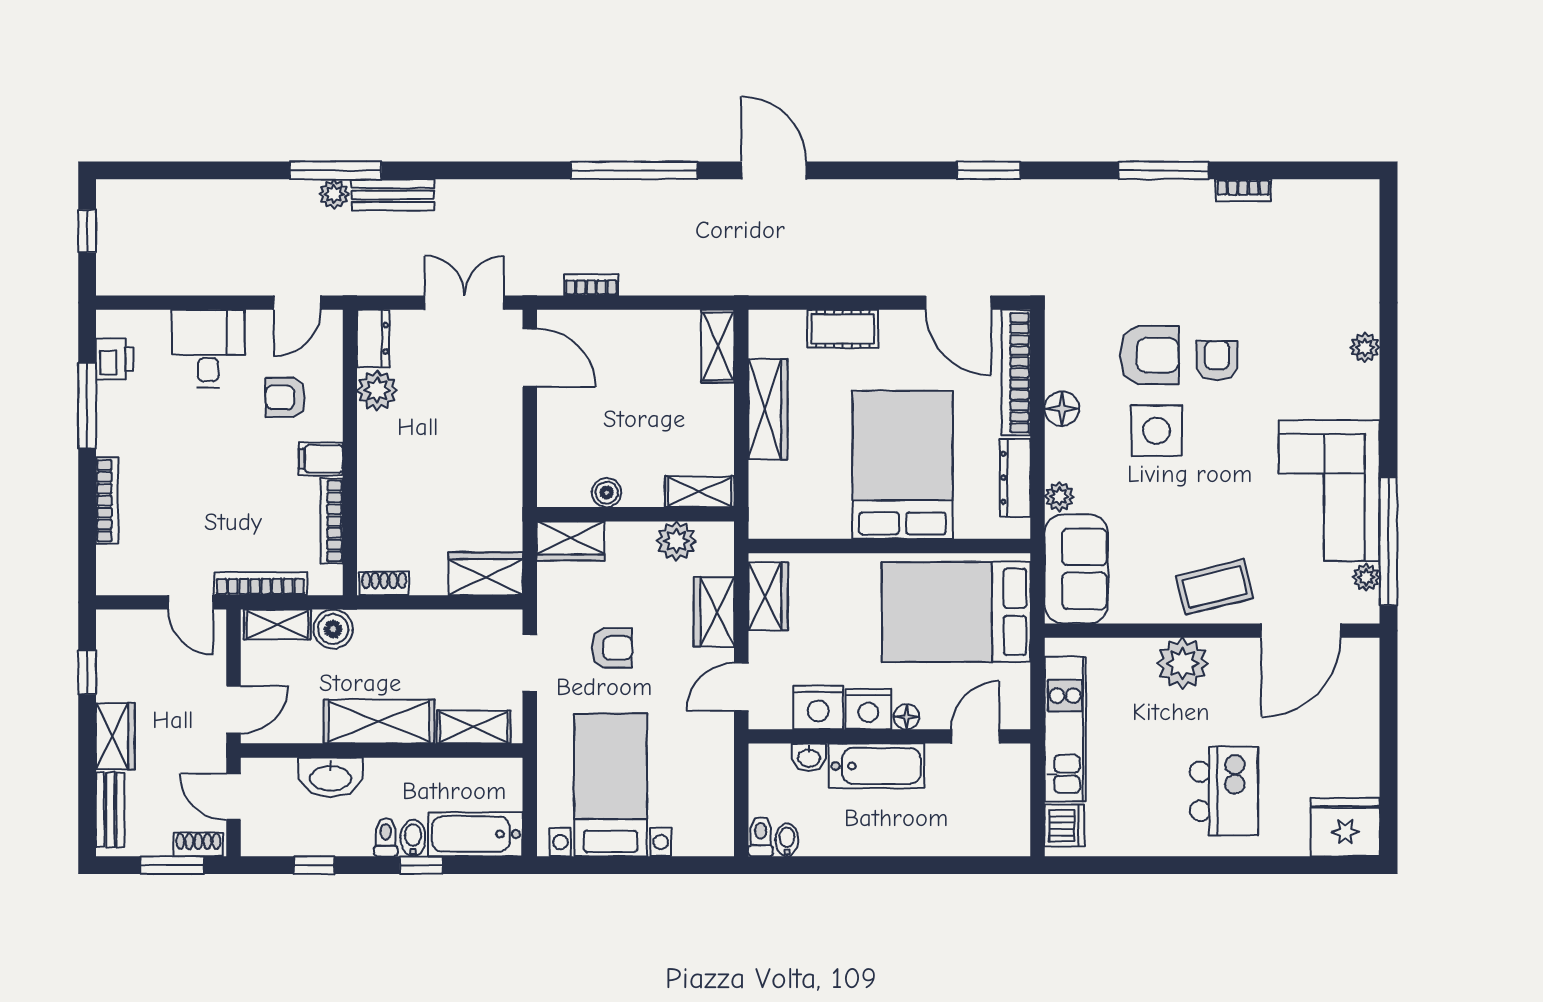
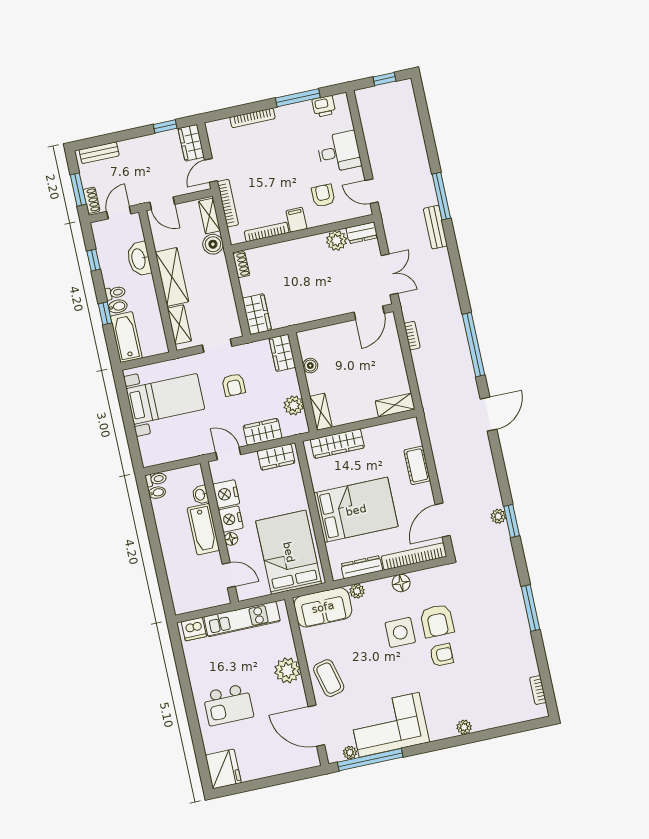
bookcase: (1243, 190) -> (538, 690), moved
plant: (334, 194) -> (498, 516), moved
wardrobe: (768, 409) -> (337, 444), moved
wardrobe: (115, 736) -> (191, 143), moved, turned 90

